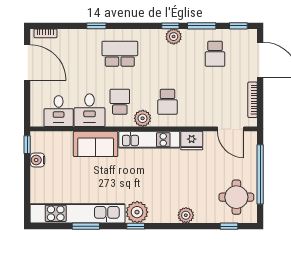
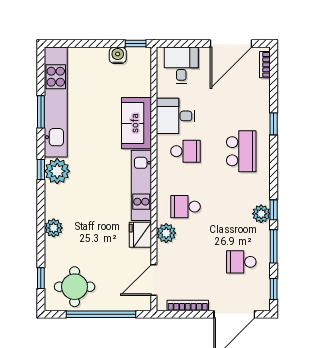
desk: (59, 111) -> (181, 65), moved, turned 90
plant: (143, 118) -> (166, 233), moved

